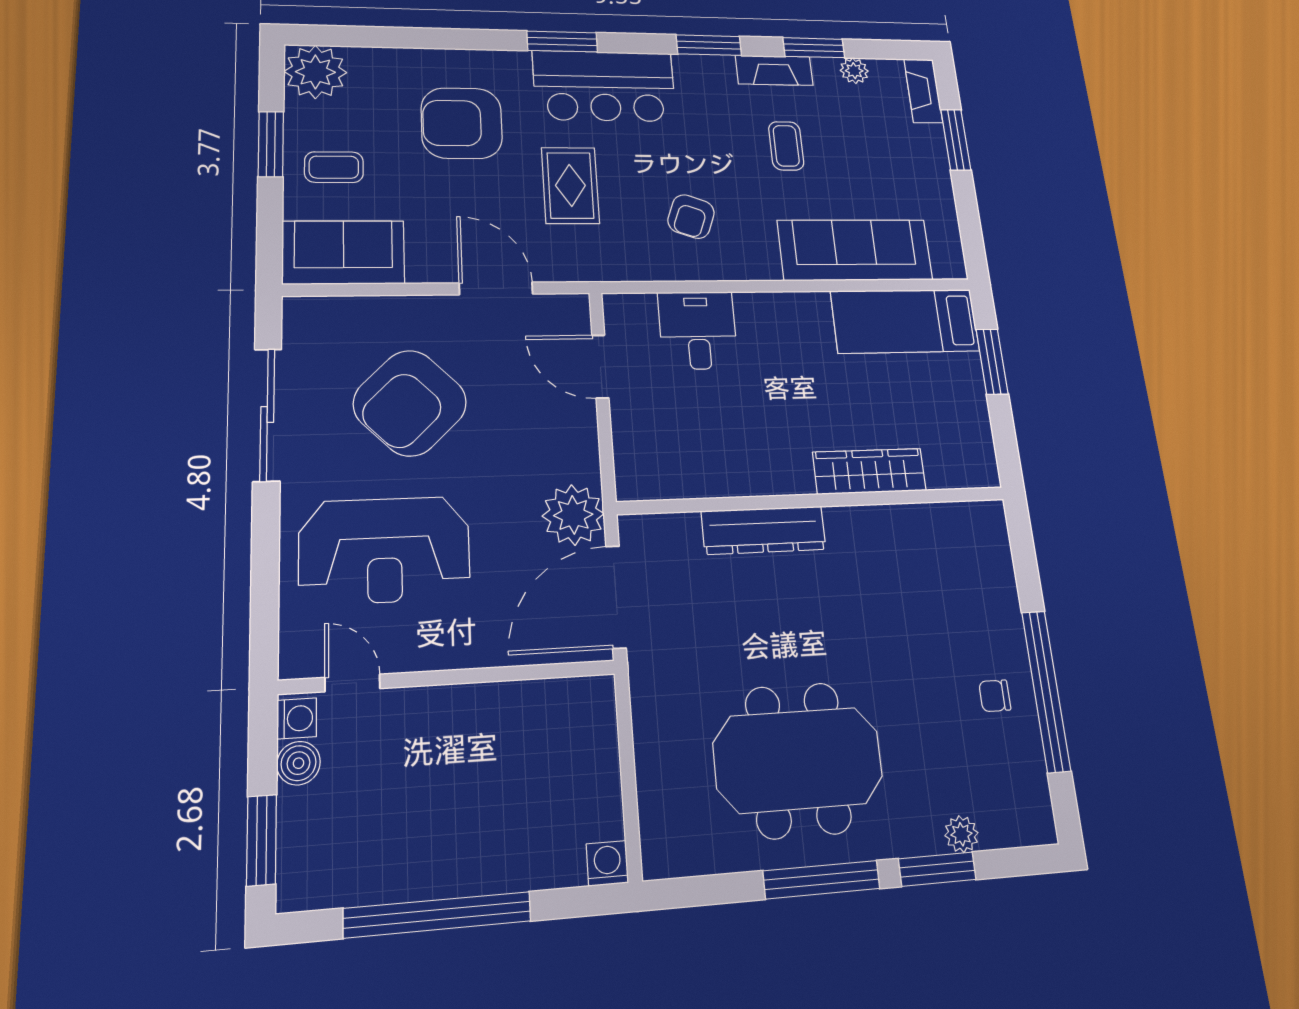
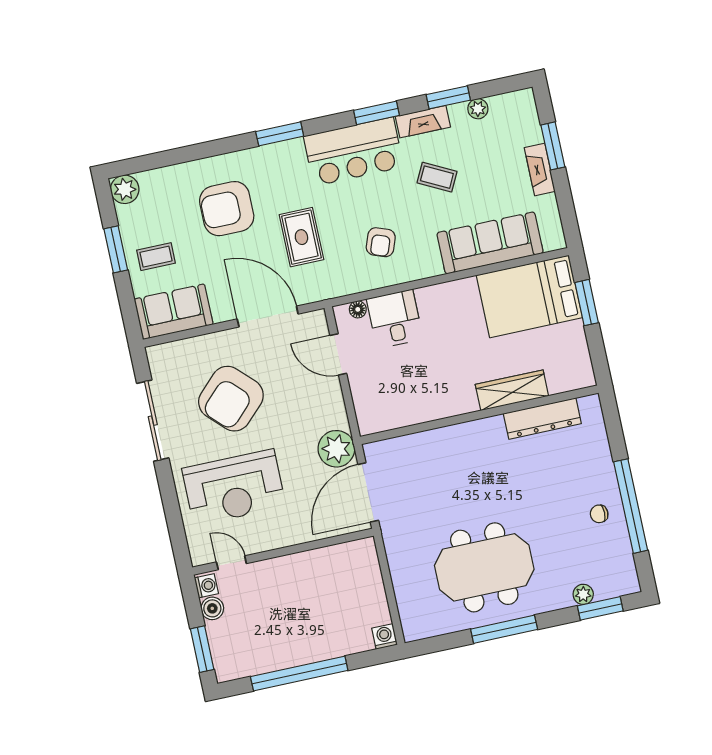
plant: (315, 72) -> (125, 189), width x0.73, depth x0.73
bar counter: (604, 86) -> (354, 152), moved
fireplace: (923, 91) -> (540, 169), moved
coffee table: (786, 146) -> (437, 177), turned -63
door: (496, 288) -> (268, 317), width x1.36
floor lamp: (642, 305) -> (358, 309), added
bed: (905, 321) -> (529, 296), width x1.50
dresser: (764, 530) -> (542, 418), moved
window: (937, 869) -> (600, 608), moved

